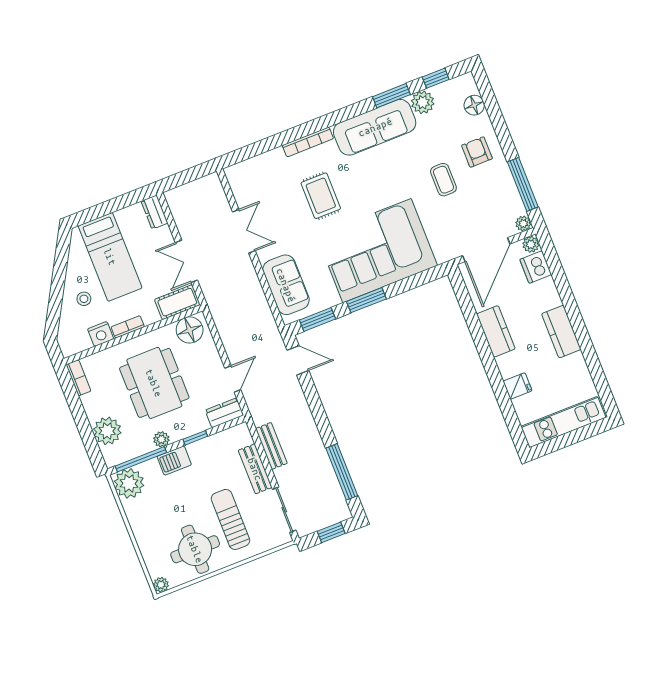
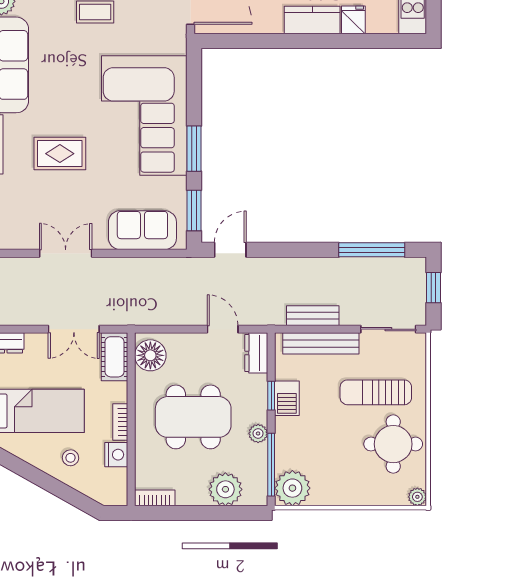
kitchen counter: (496, 331) -> (312, 20), moved
barbecue: (174, 461) -> (287, 398), moved
bench: (255, 469) -> (321, 343), width x1.36

